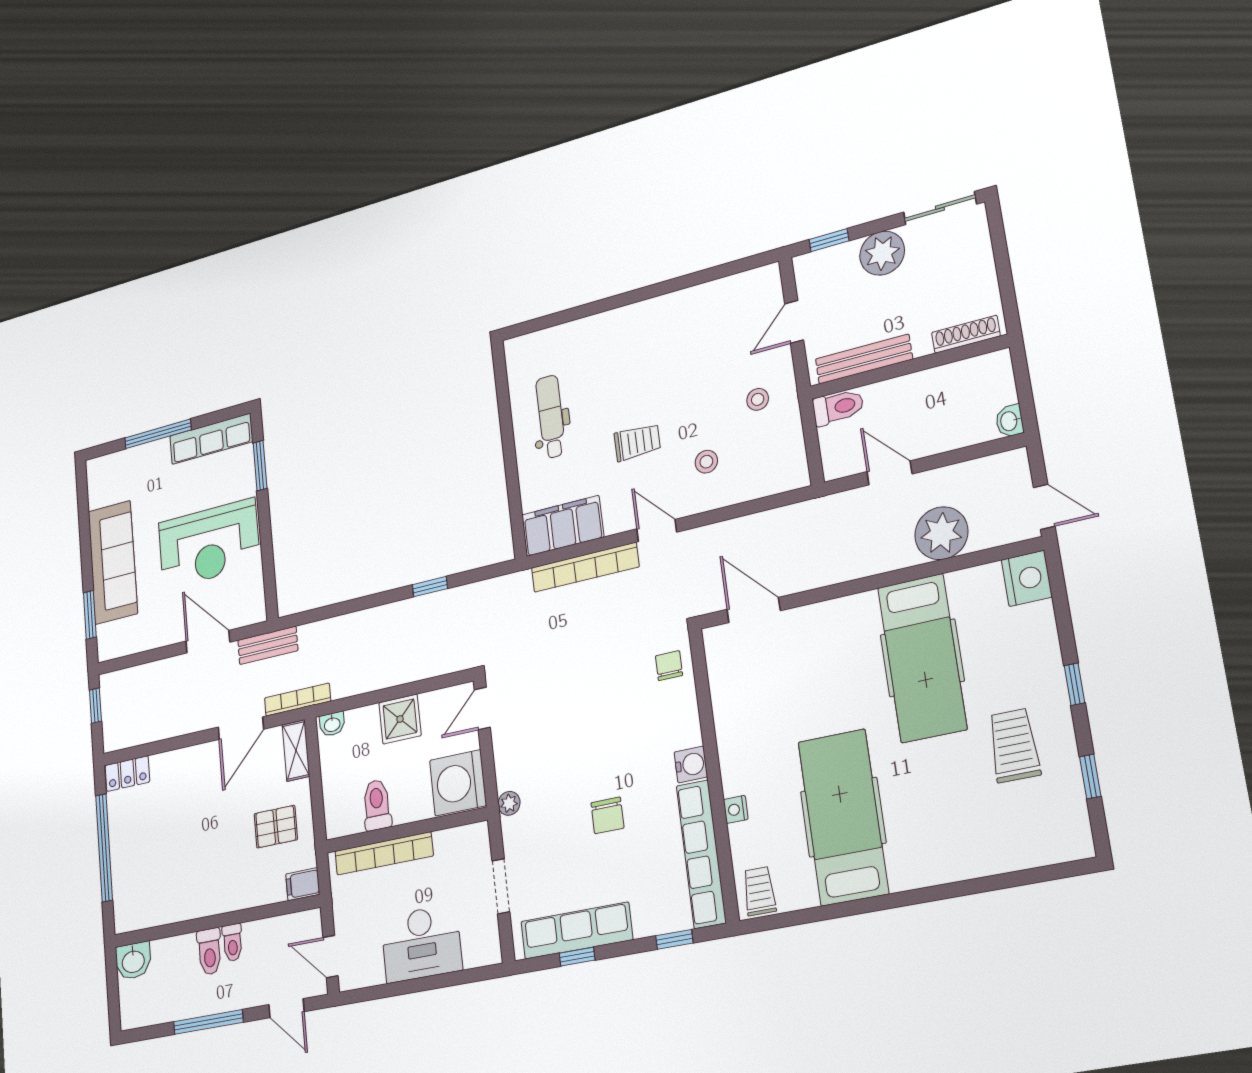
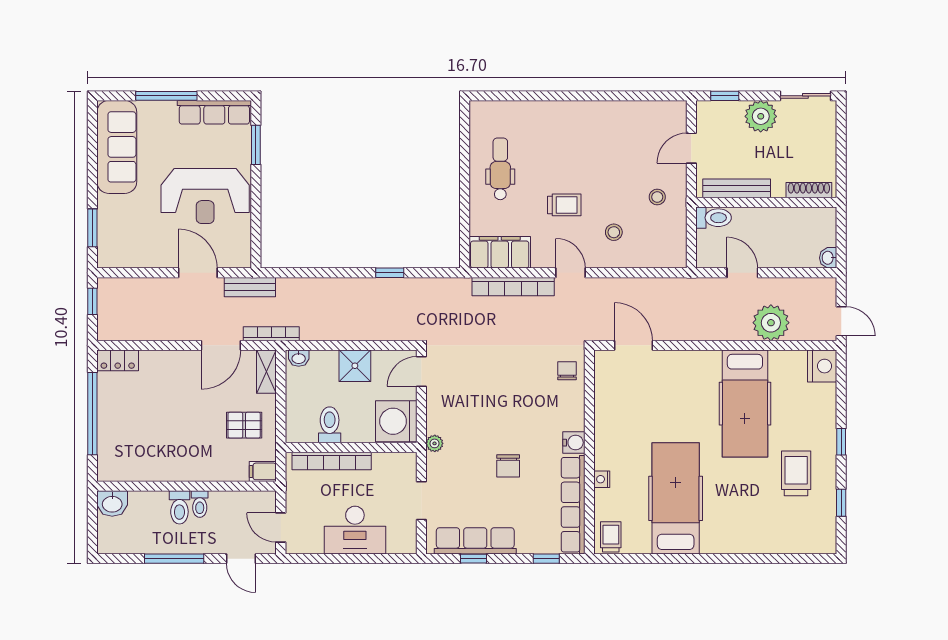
sofa: (113, 562) -> (117, 147), moved

